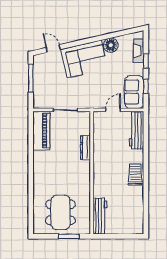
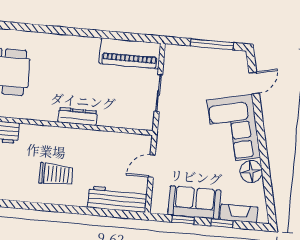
sofa: (134, 92) -> (194, 202), moved
door: (113, 110) -> (152, 166), swing flipped
dresser: (85, 148) -> (77, 117), moved
trolley: (135, 175) -> (56, 174), moved

